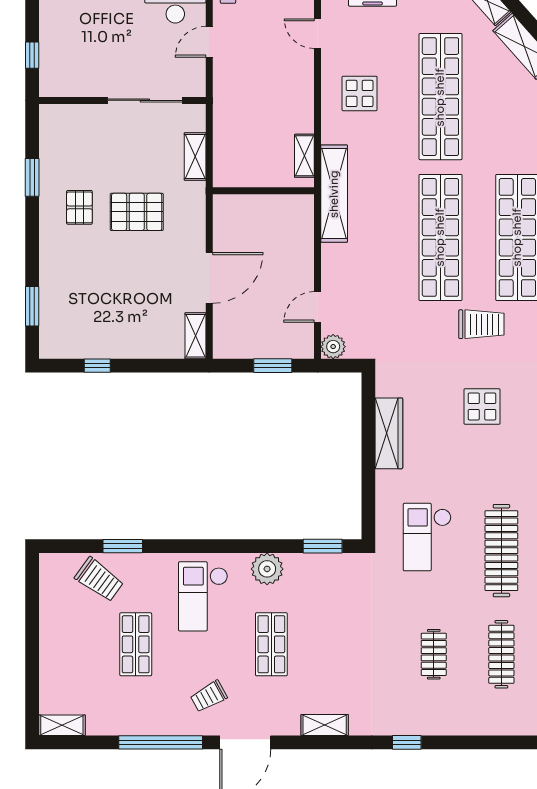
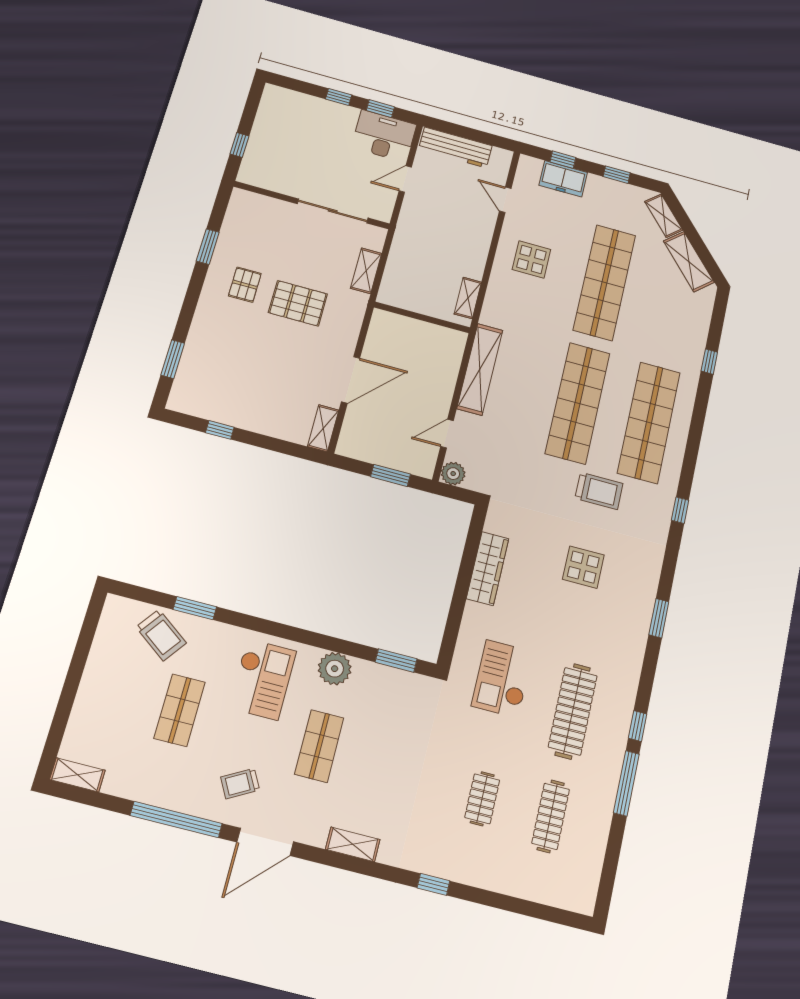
shelving: (334, 194) -> (480, 369), moved
checkout: (203, 596) -> (262, 679), turned 180

